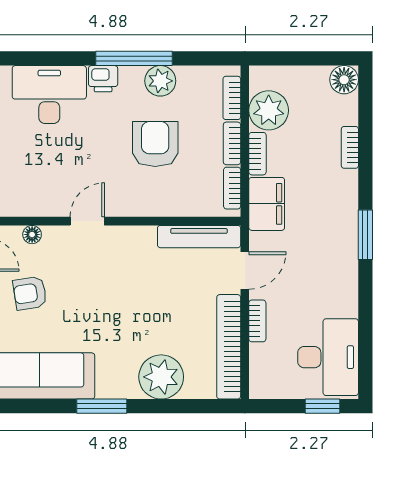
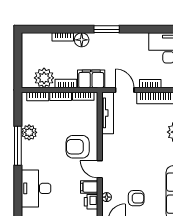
printer: (103, 79) -> (91, 202), moved, turned 180
floor lamp: (344, 80) -> (82, 40), moved
armchair: (155, 144) -> (78, 147), moved
filing cabinet: (52, 200) -> (89, 187), added
armchair: (30, 293) -> (136, 198), turned -81

